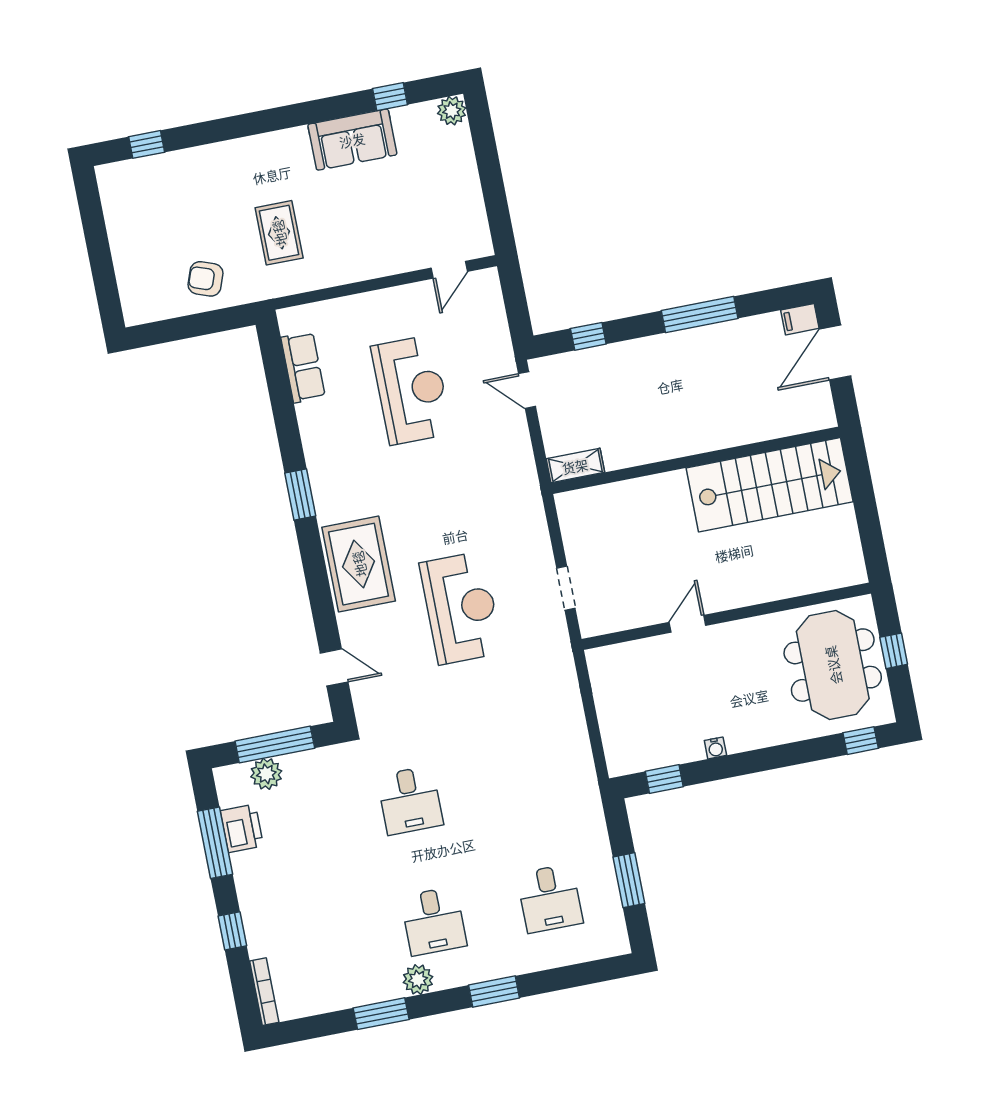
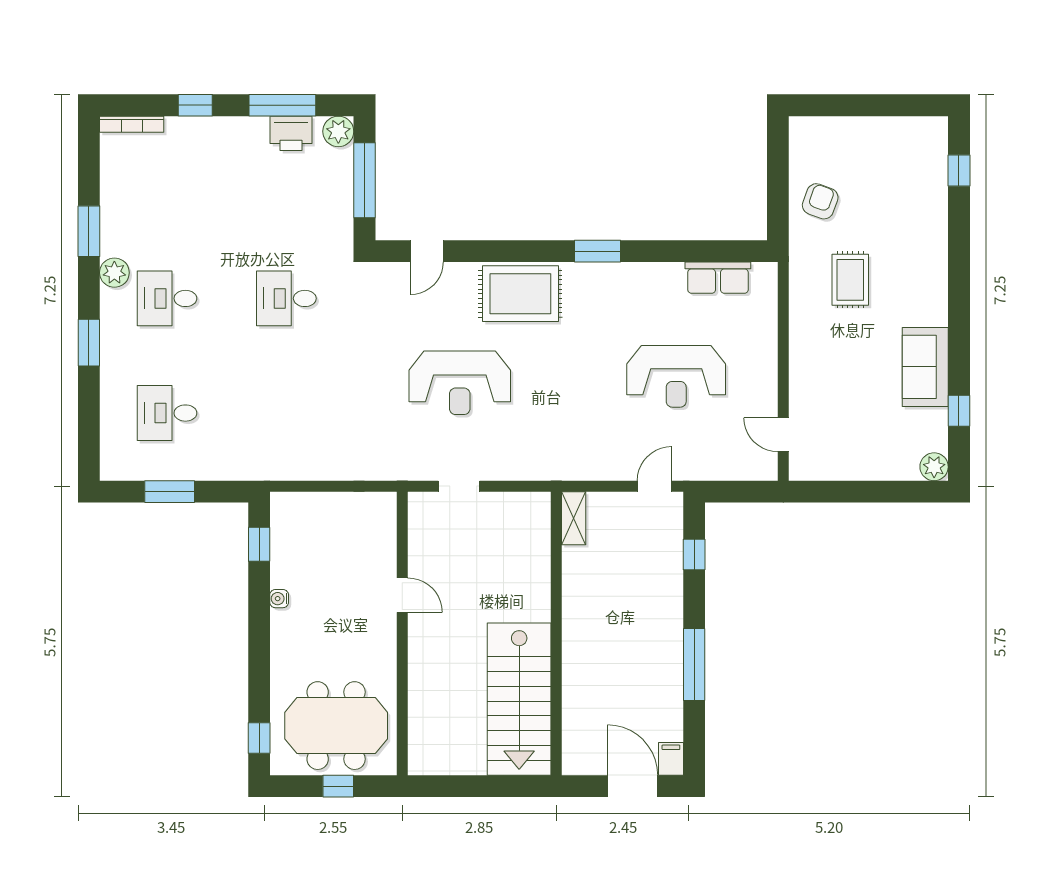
rug: (279, 233) -> (850, 280), turned 90
plant: (266, 774) -> (338, 131), moved

